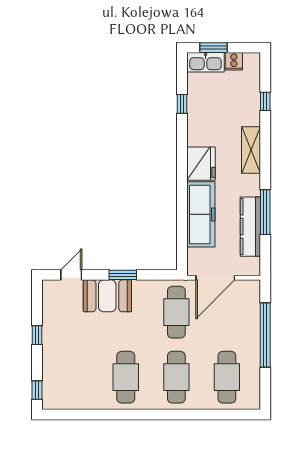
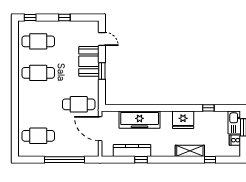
shelving: (251, 150) -> (190, 151), moved
fridge: (201, 164) -> (183, 120), moved
window: (265, 212) -> (141, 160), width x0.46
cafe table: (176, 377) -> (38, 41), moved

